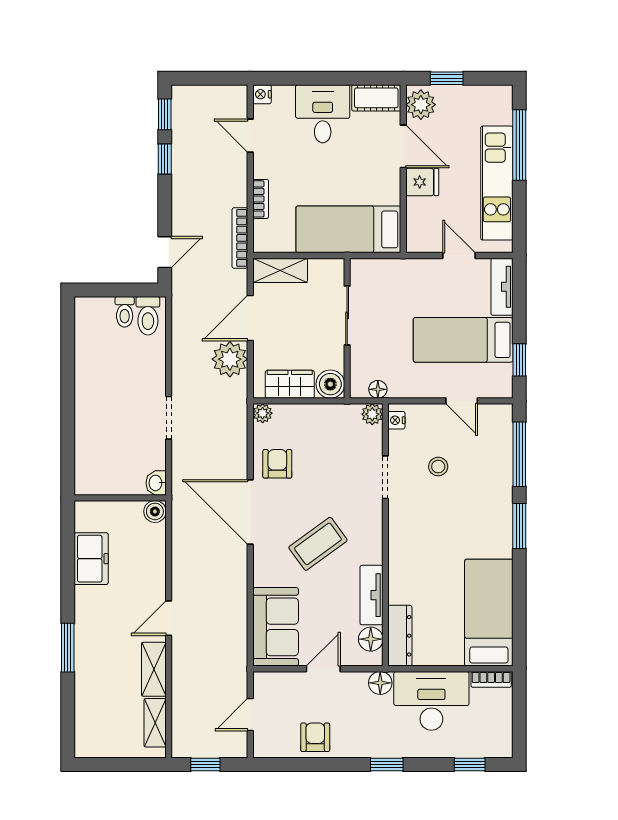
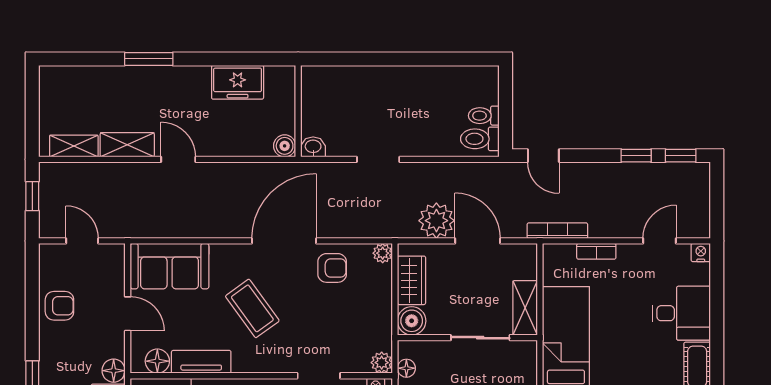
shelving: (280, 270) -> (525, 308), moved

